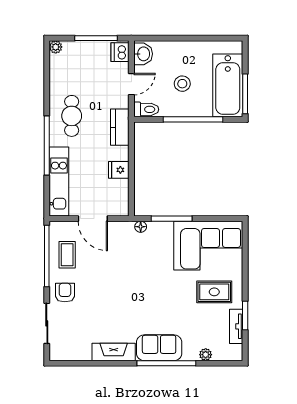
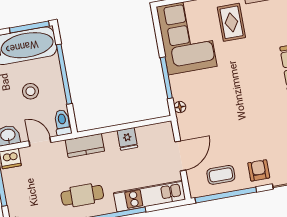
armchair: (65, 293) -> (259, 170), turned 90

